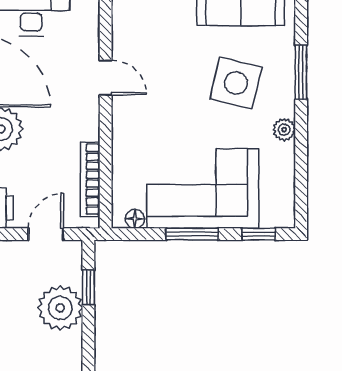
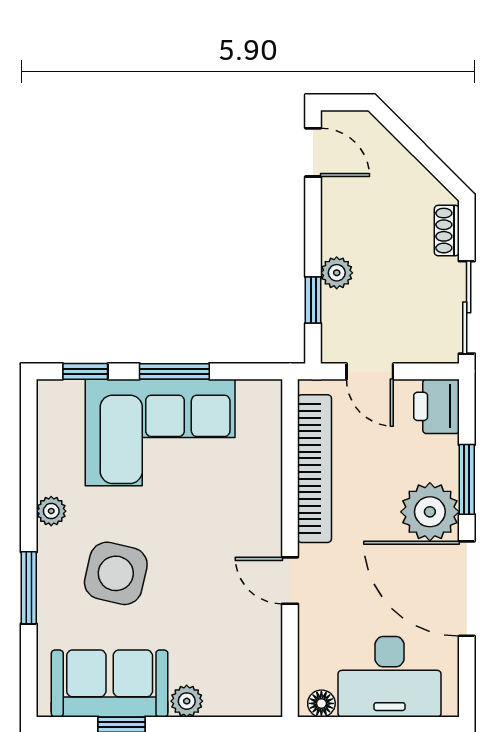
bookcase: (90, 179) -> (314, 469), width x1.48, depth x1.31
floor lamp: (135, 219) -> (251, 392), removed
door: (46, 234) -> (370, 371), hinge flipped
plant: (60, 308) -> (337, 273), width x0.53, depth x0.53

